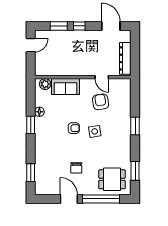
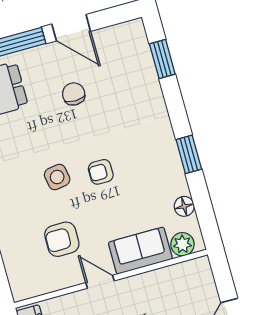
door: (102, 77) -> (100, 282), moved
armchair: (101, 102) -> (62, 239), turned 99
floor lamp: (39, 112) -> (184, 206), moved

